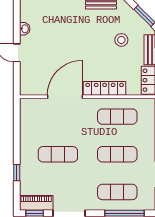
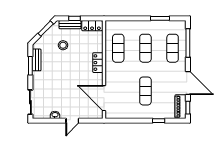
locker: (105, 88) -> (98, 63), width x0.66
door: (65, 97) -> (104, 98), moved

